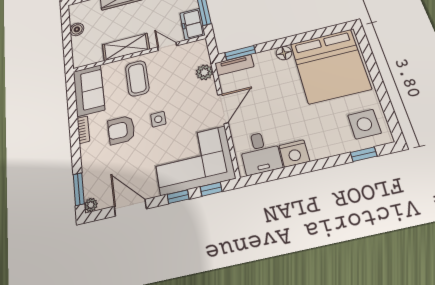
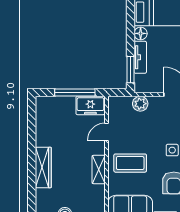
shelving: (126, 47) -> (99, 169), width x0.67, depth x0.75
tv unit: (234, 65) -> (140, 57), moved

